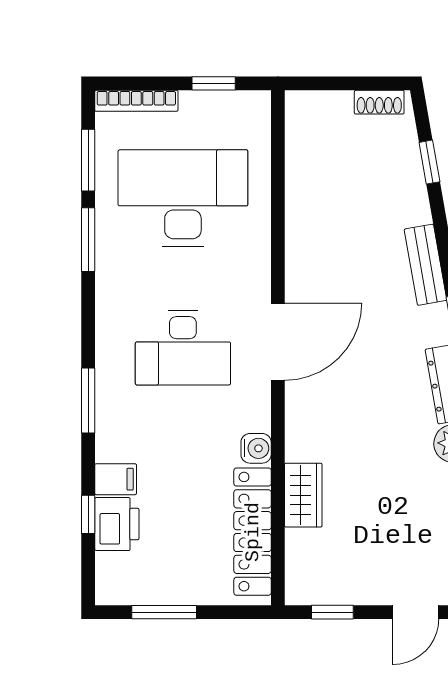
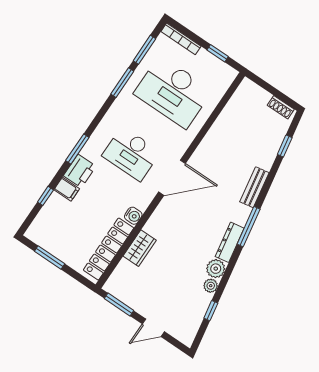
desk: (183, 198) -> (173, 92), turned 180
printer: (117, 524) -> (80, 171), moved
window: (332, 612) -> (119, 305), width x1.50

